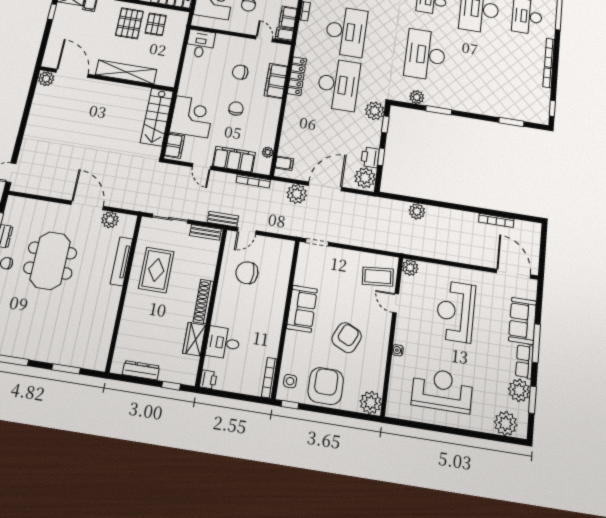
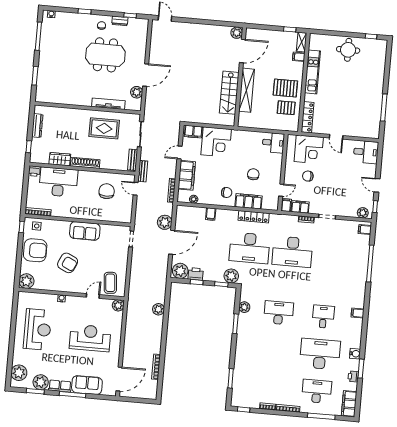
desk: (425, 55) -> (279, 313), width x0.73, depth x0.77
chair: (236, 109) -> (227, 192), moved
stairs: (157, 117) -> (229, 93), moved, turned -90
filing cabinet: (284, 163) -> (211, 214), moved
door: (325, 186) -> (172, 242), hinge flipped
desk: (223, 343) -> (58, 182), width x1.87, depth x1.30

